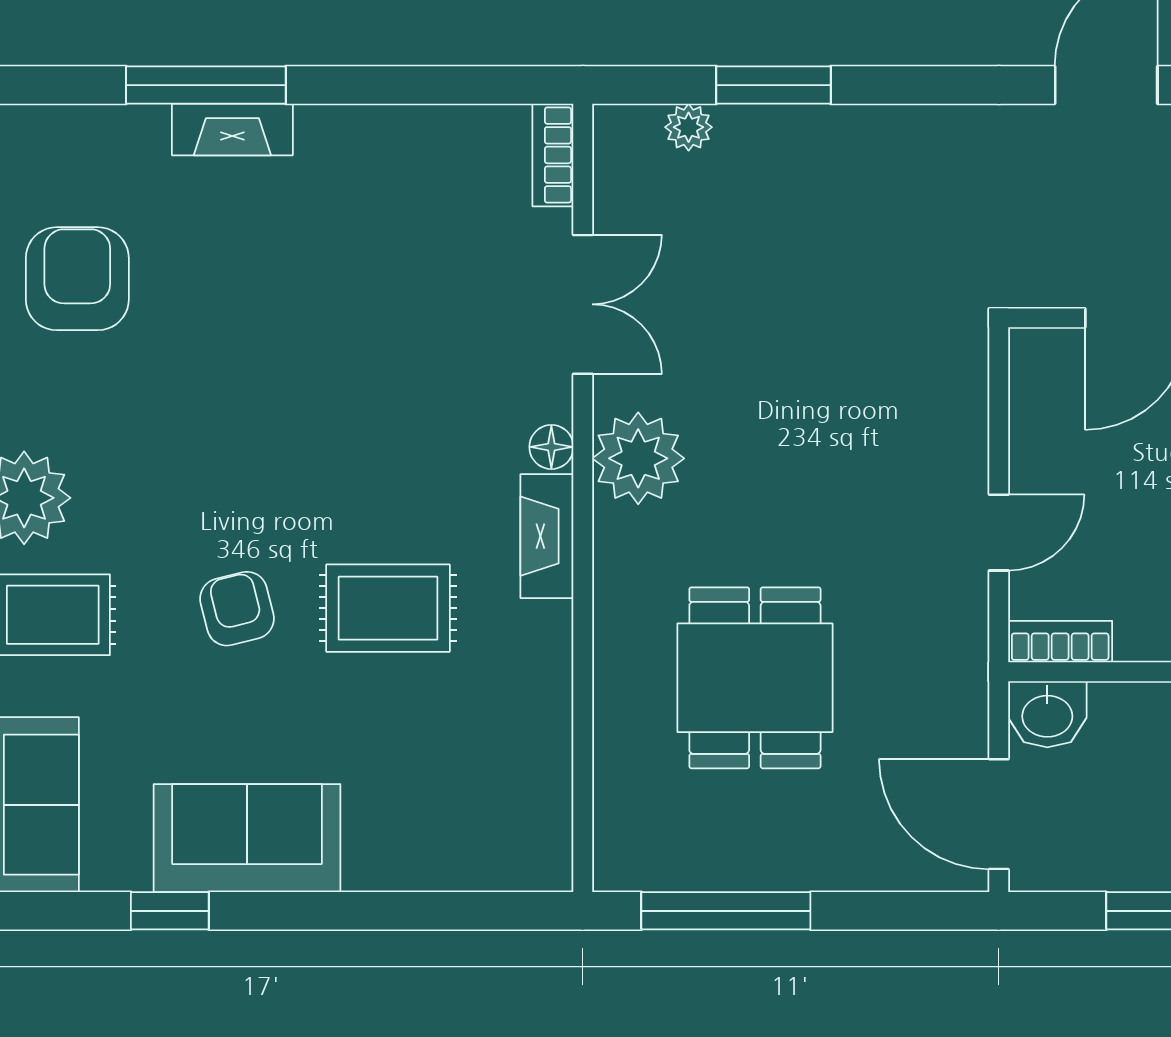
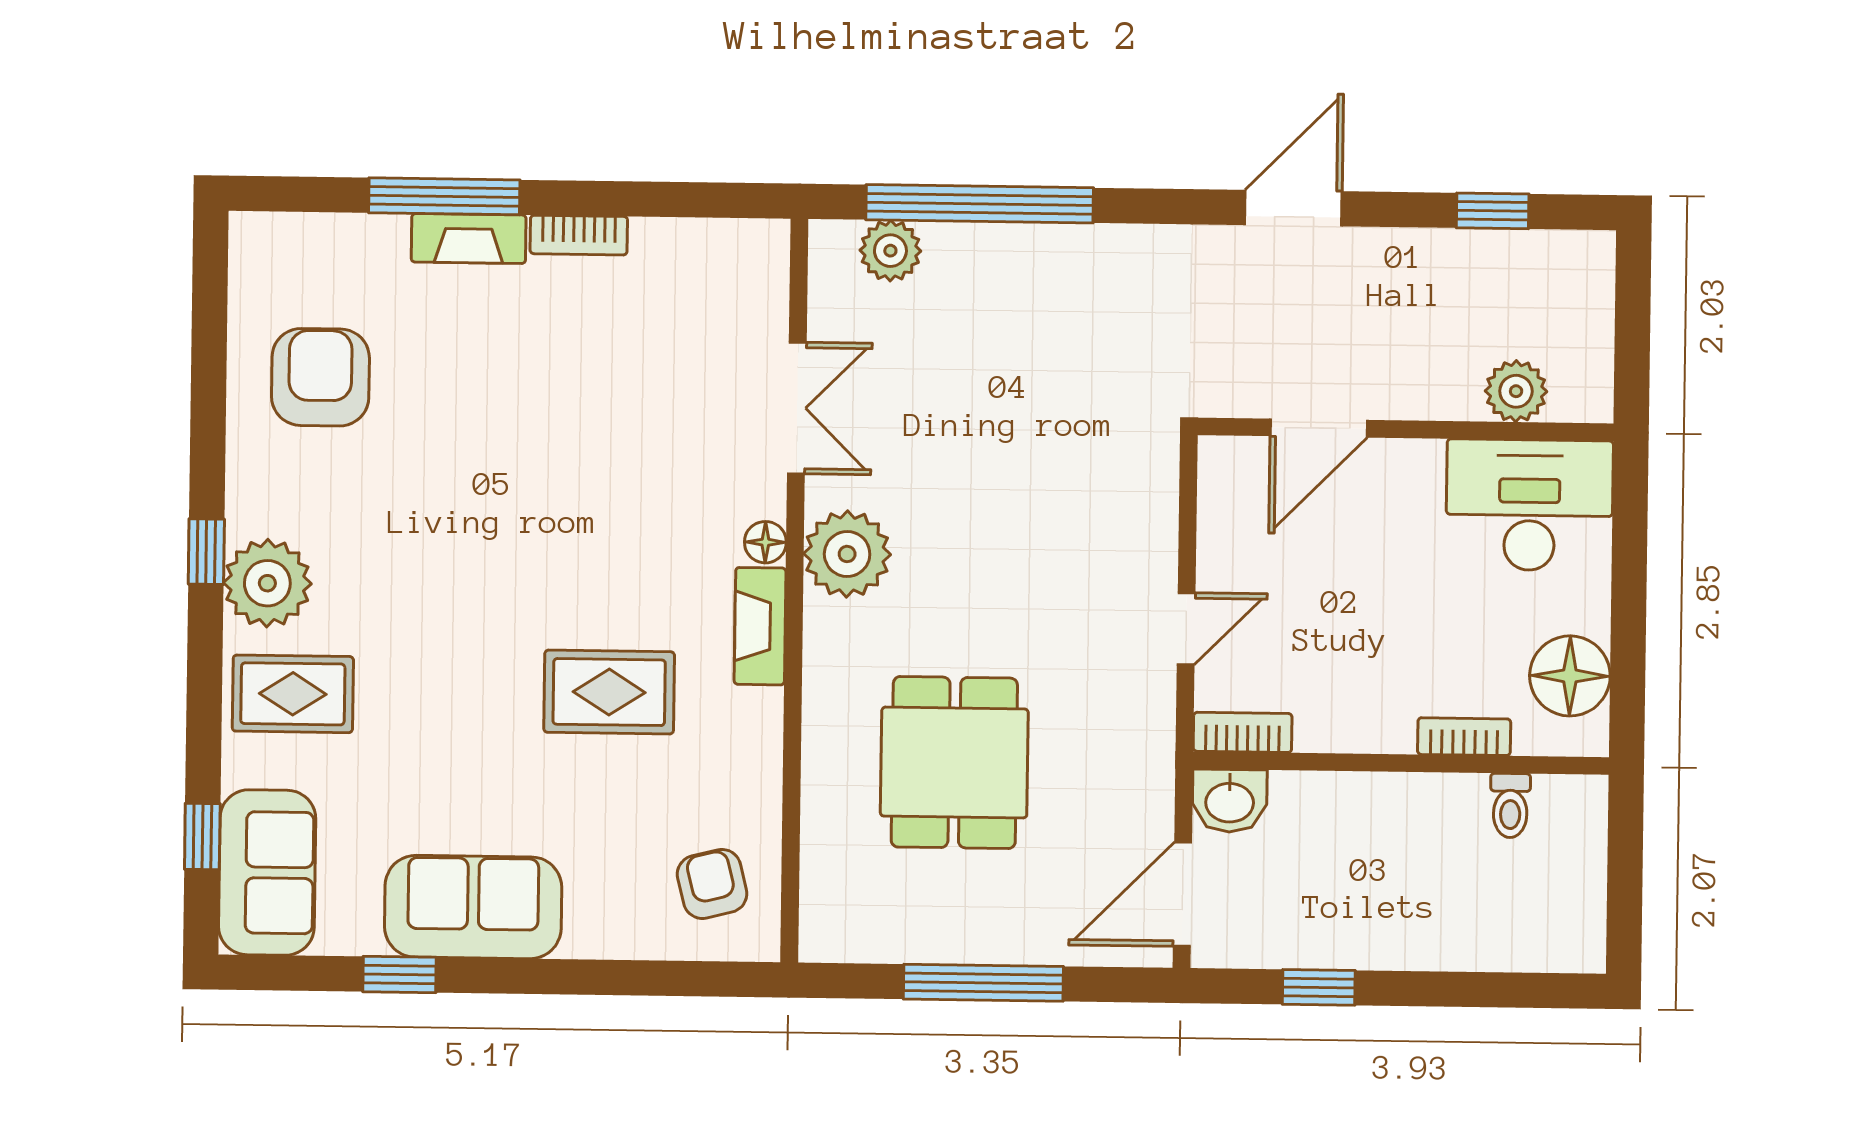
window: (774, 85) -> (980, 204), width x2.11
plant: (689, 127) -> (890, 251), width x1.38, depth x1.38
bookcase: (553, 155) -> (579, 235), moved, turned -90
armchair: (237, 609) -> (712, 884), moved
door: (999, 814) -> (1182, 894), hinge flipped
window: (726, 911) -> (983, 983), moved

